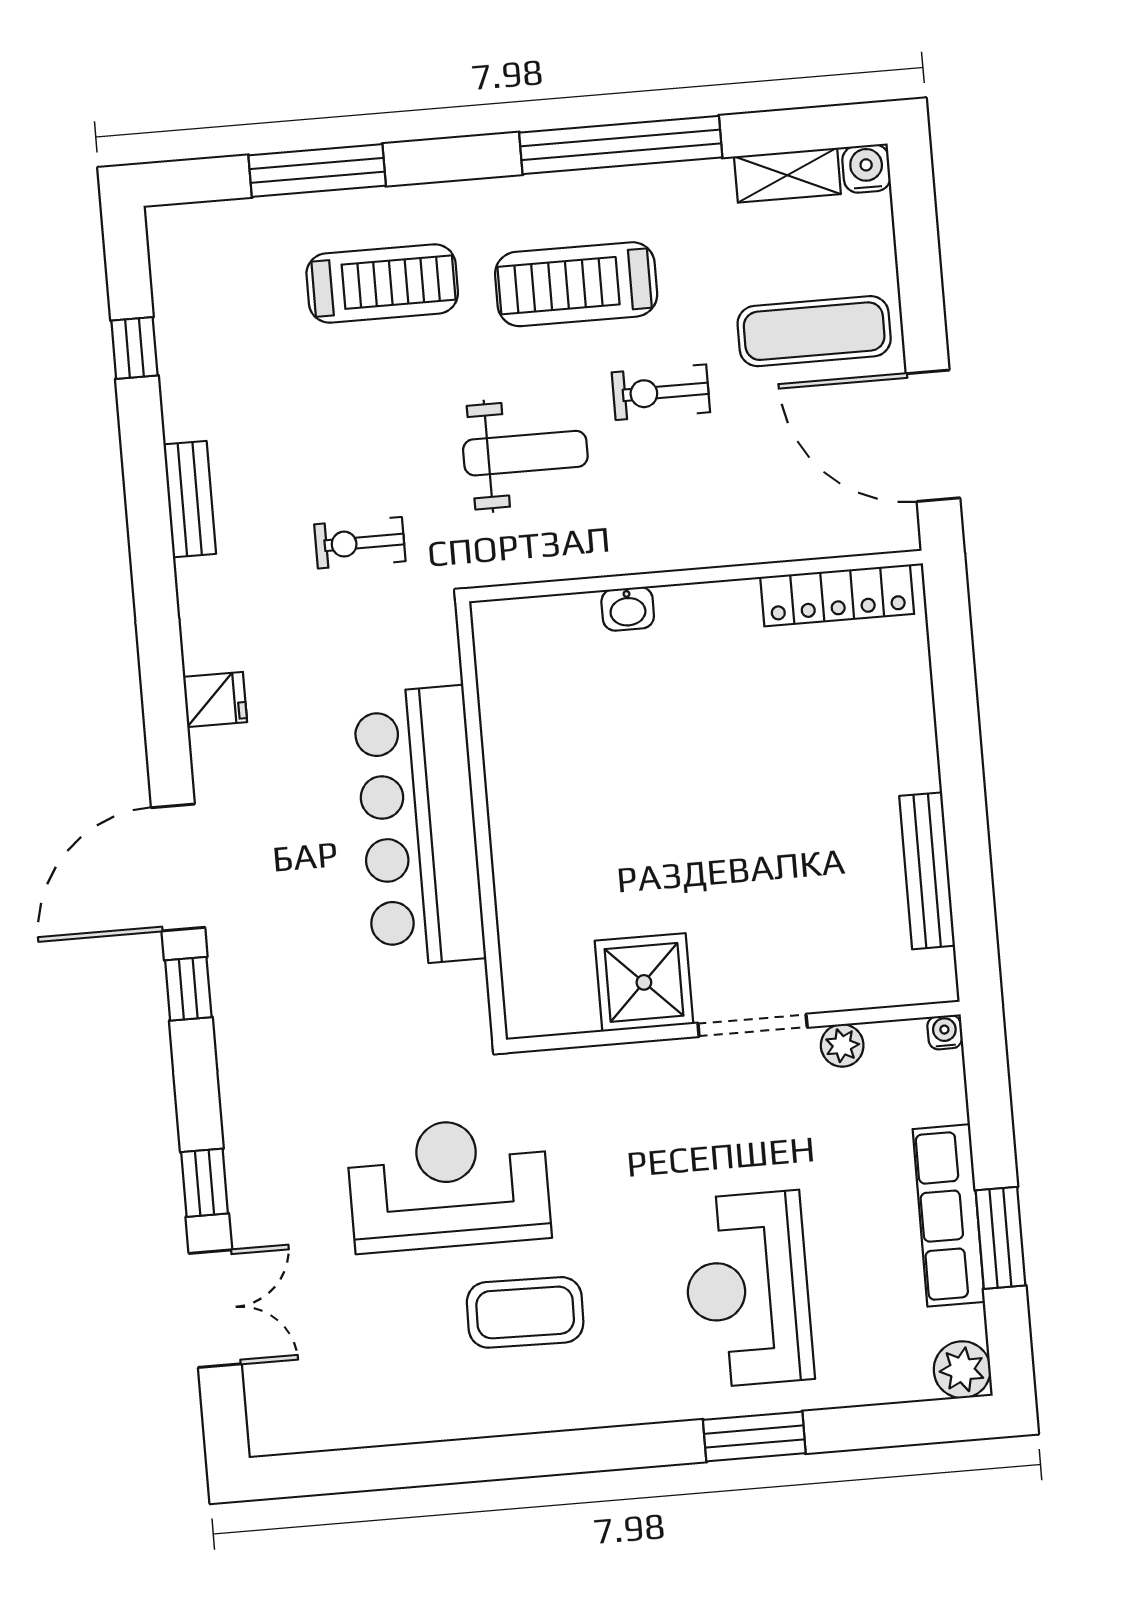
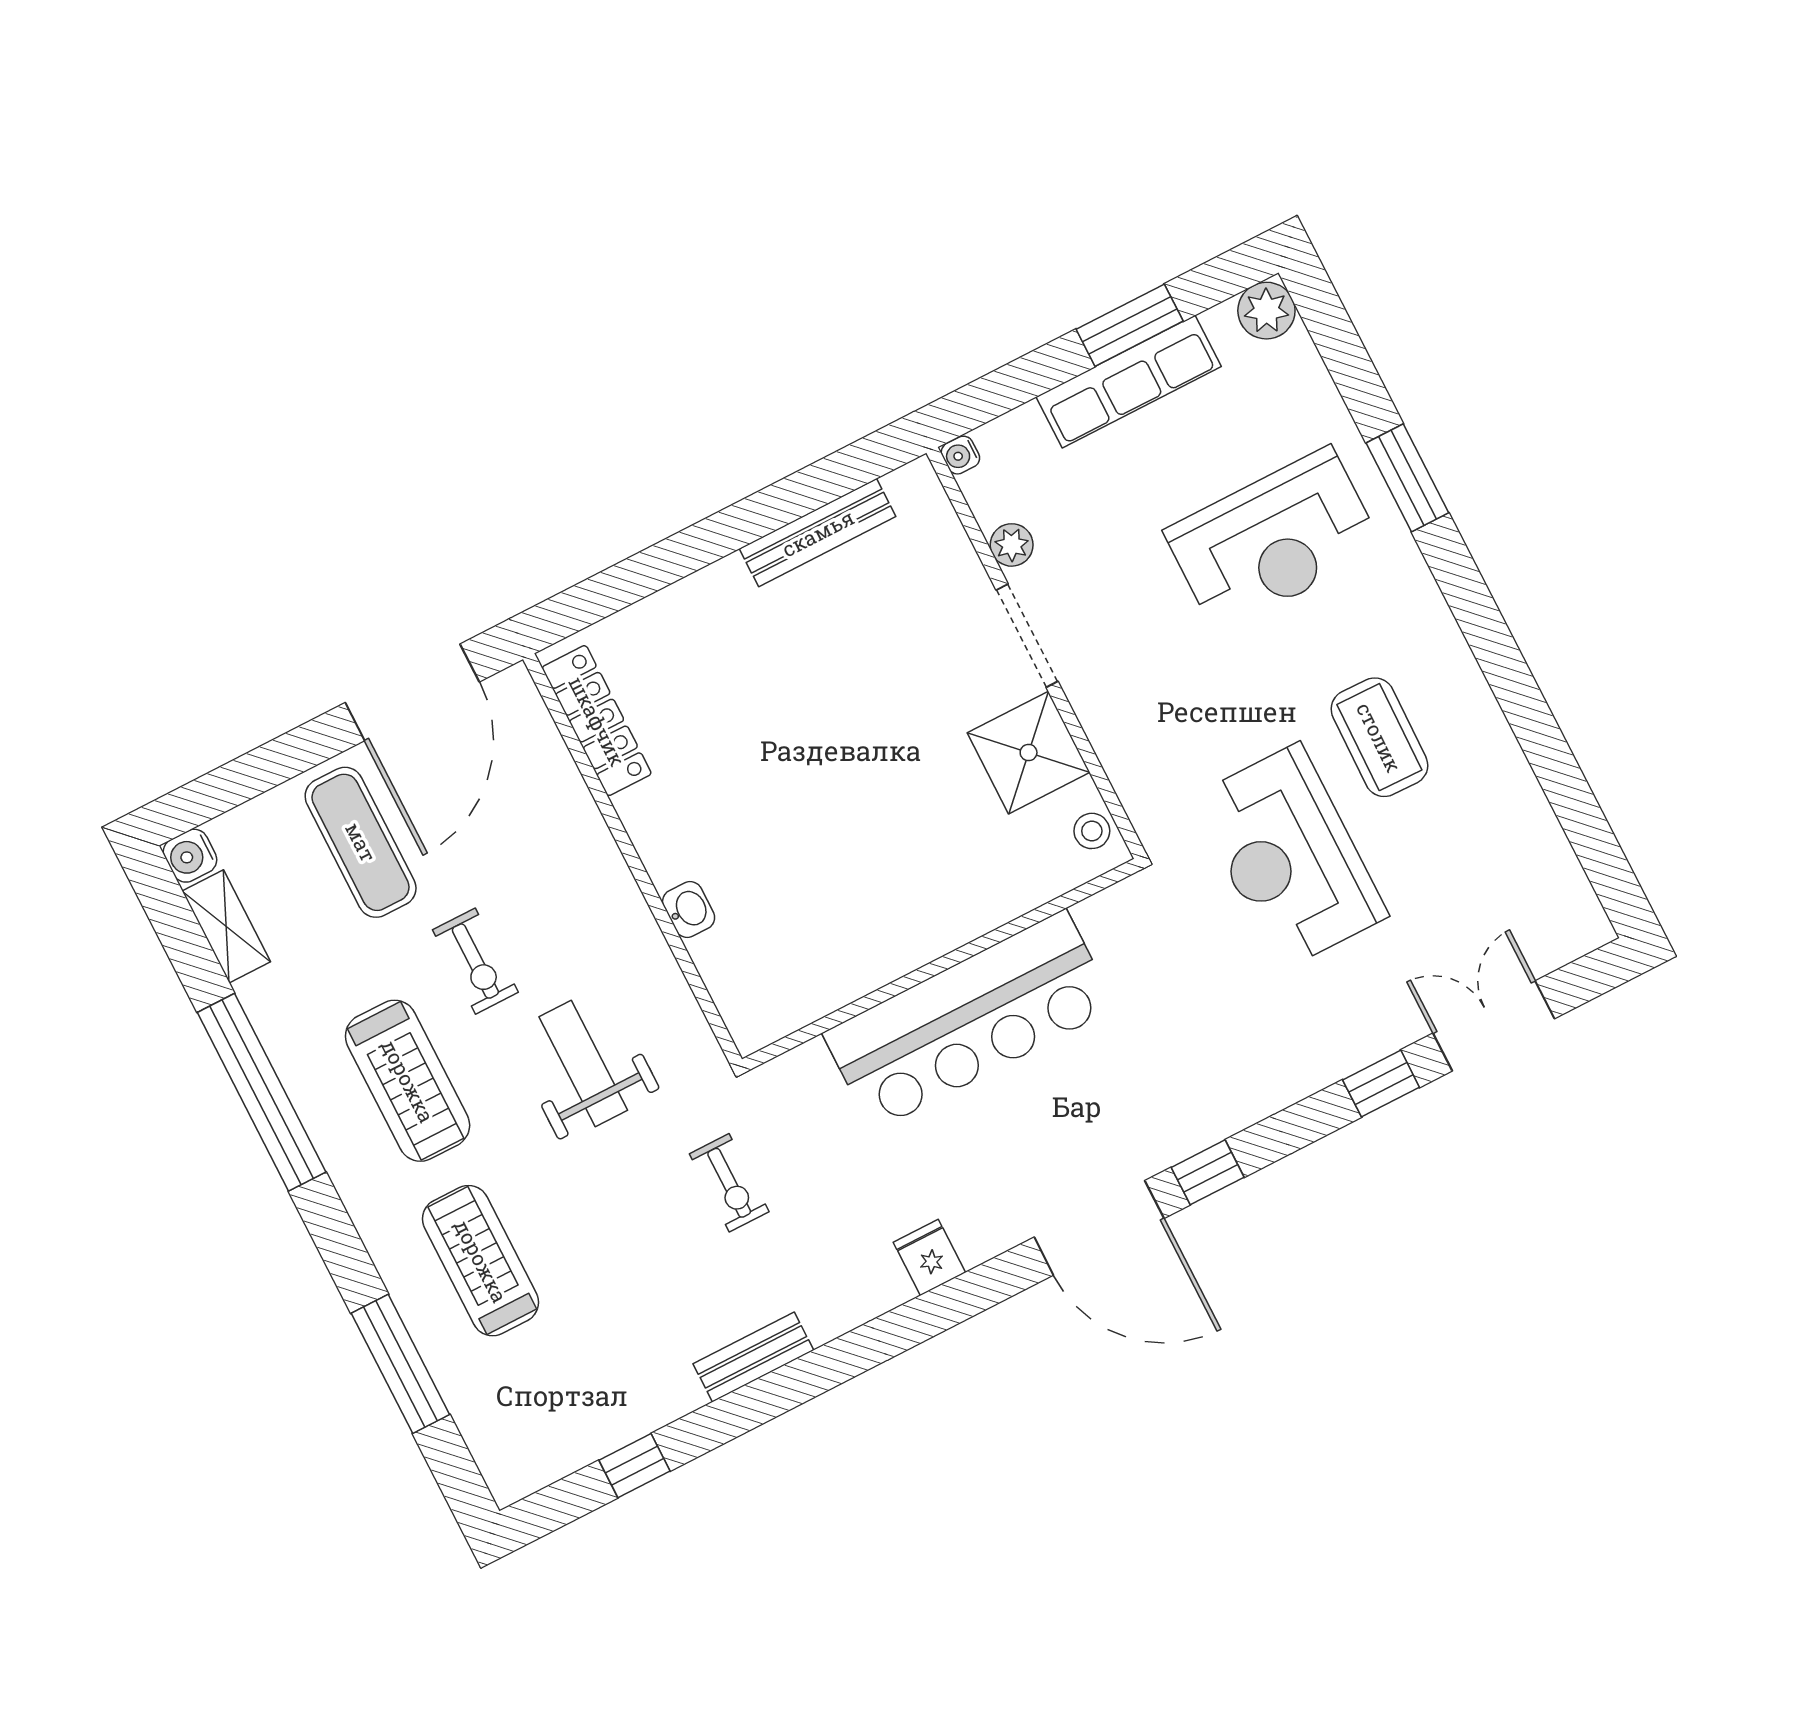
stool: (547, 1011) -> (1092, 831), added

